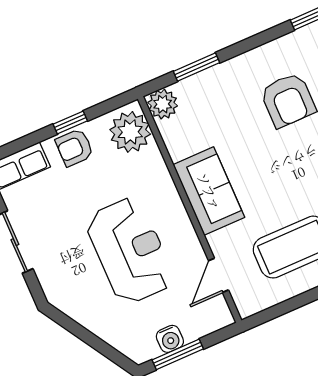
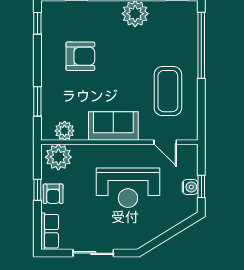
plant: (163, 104) -> (65, 131), moved
reception desk: (130, 251) -> (128, 188), turned 180
window: (178, 354) -> (201, 186), width x0.67

